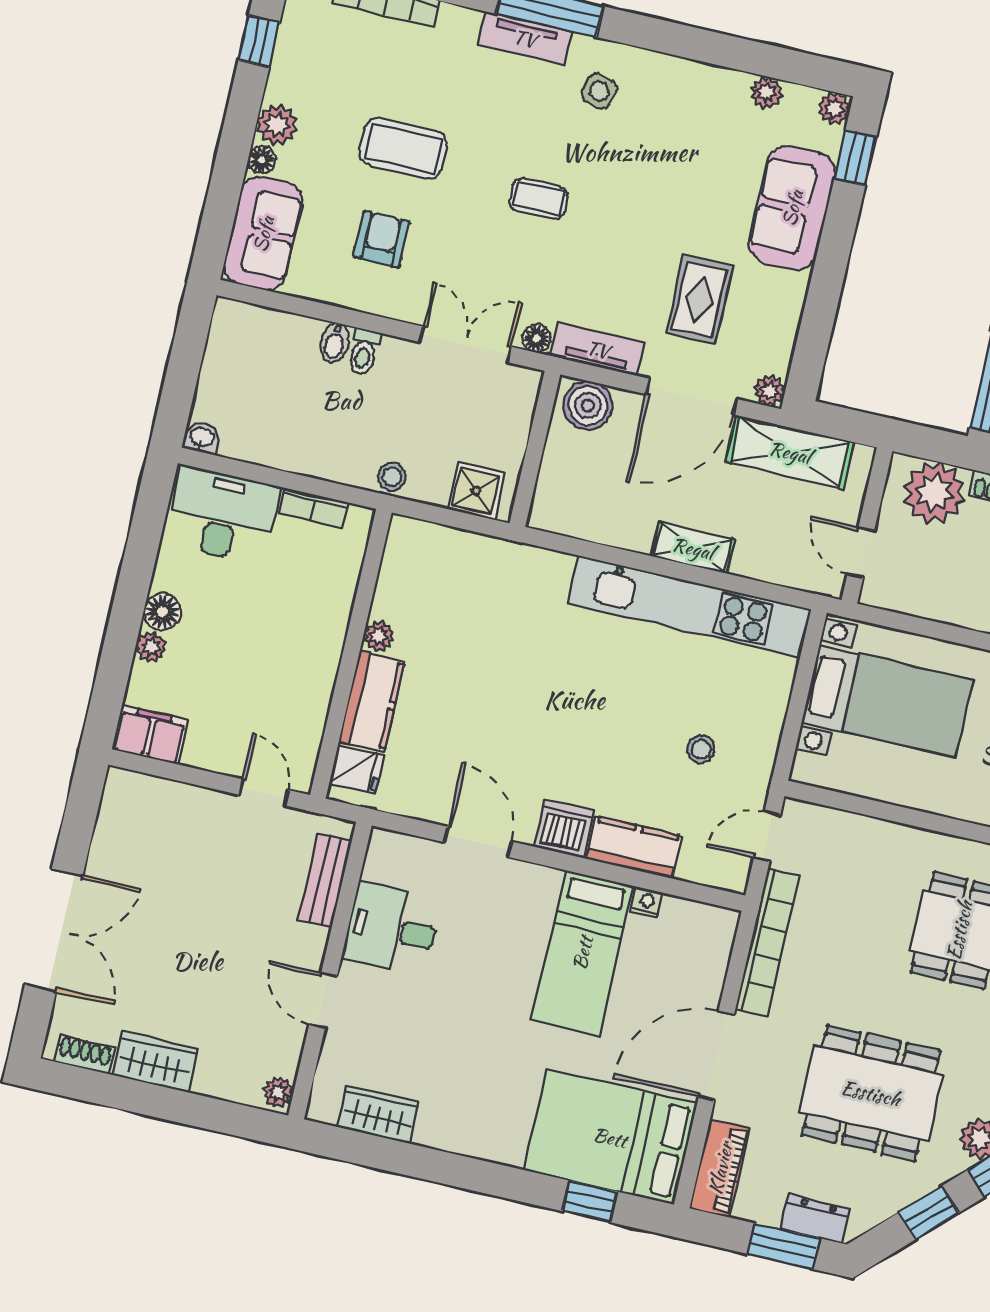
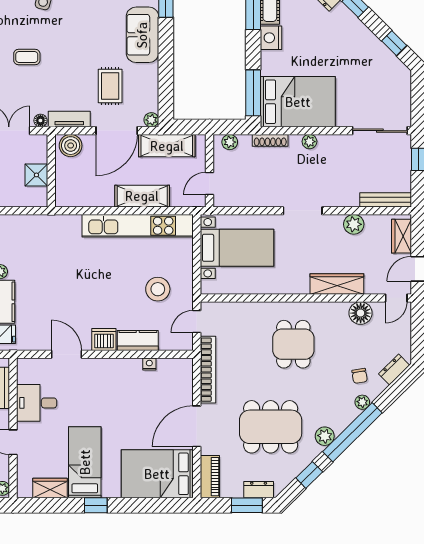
shower: (476, 491) -> (36, 175), moved
plant: (934, 493) -> (230, 142), width x0.53, depth x0.53
shelving: (693, 548) -> (142, 196), width x1.50, depth x1.33
door: (861, 553) -> (209, 184), hinge flipped
stool: (701, 749) -> (158, 289), width x1.89, depth x1.89
bed: (582, 953) -> (85, 462), moved, turned 180
window: (590, 1201) -> (96, 505), moved

